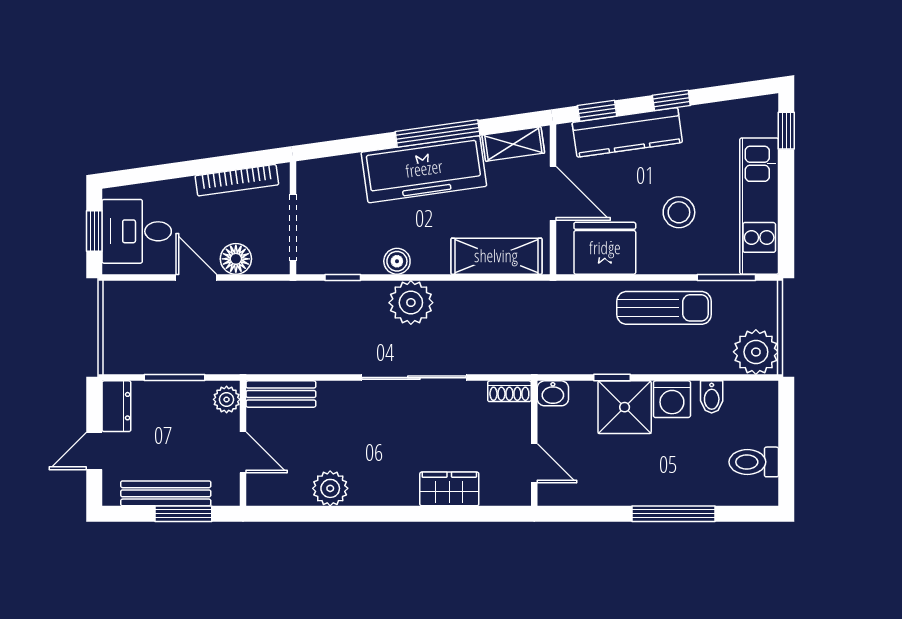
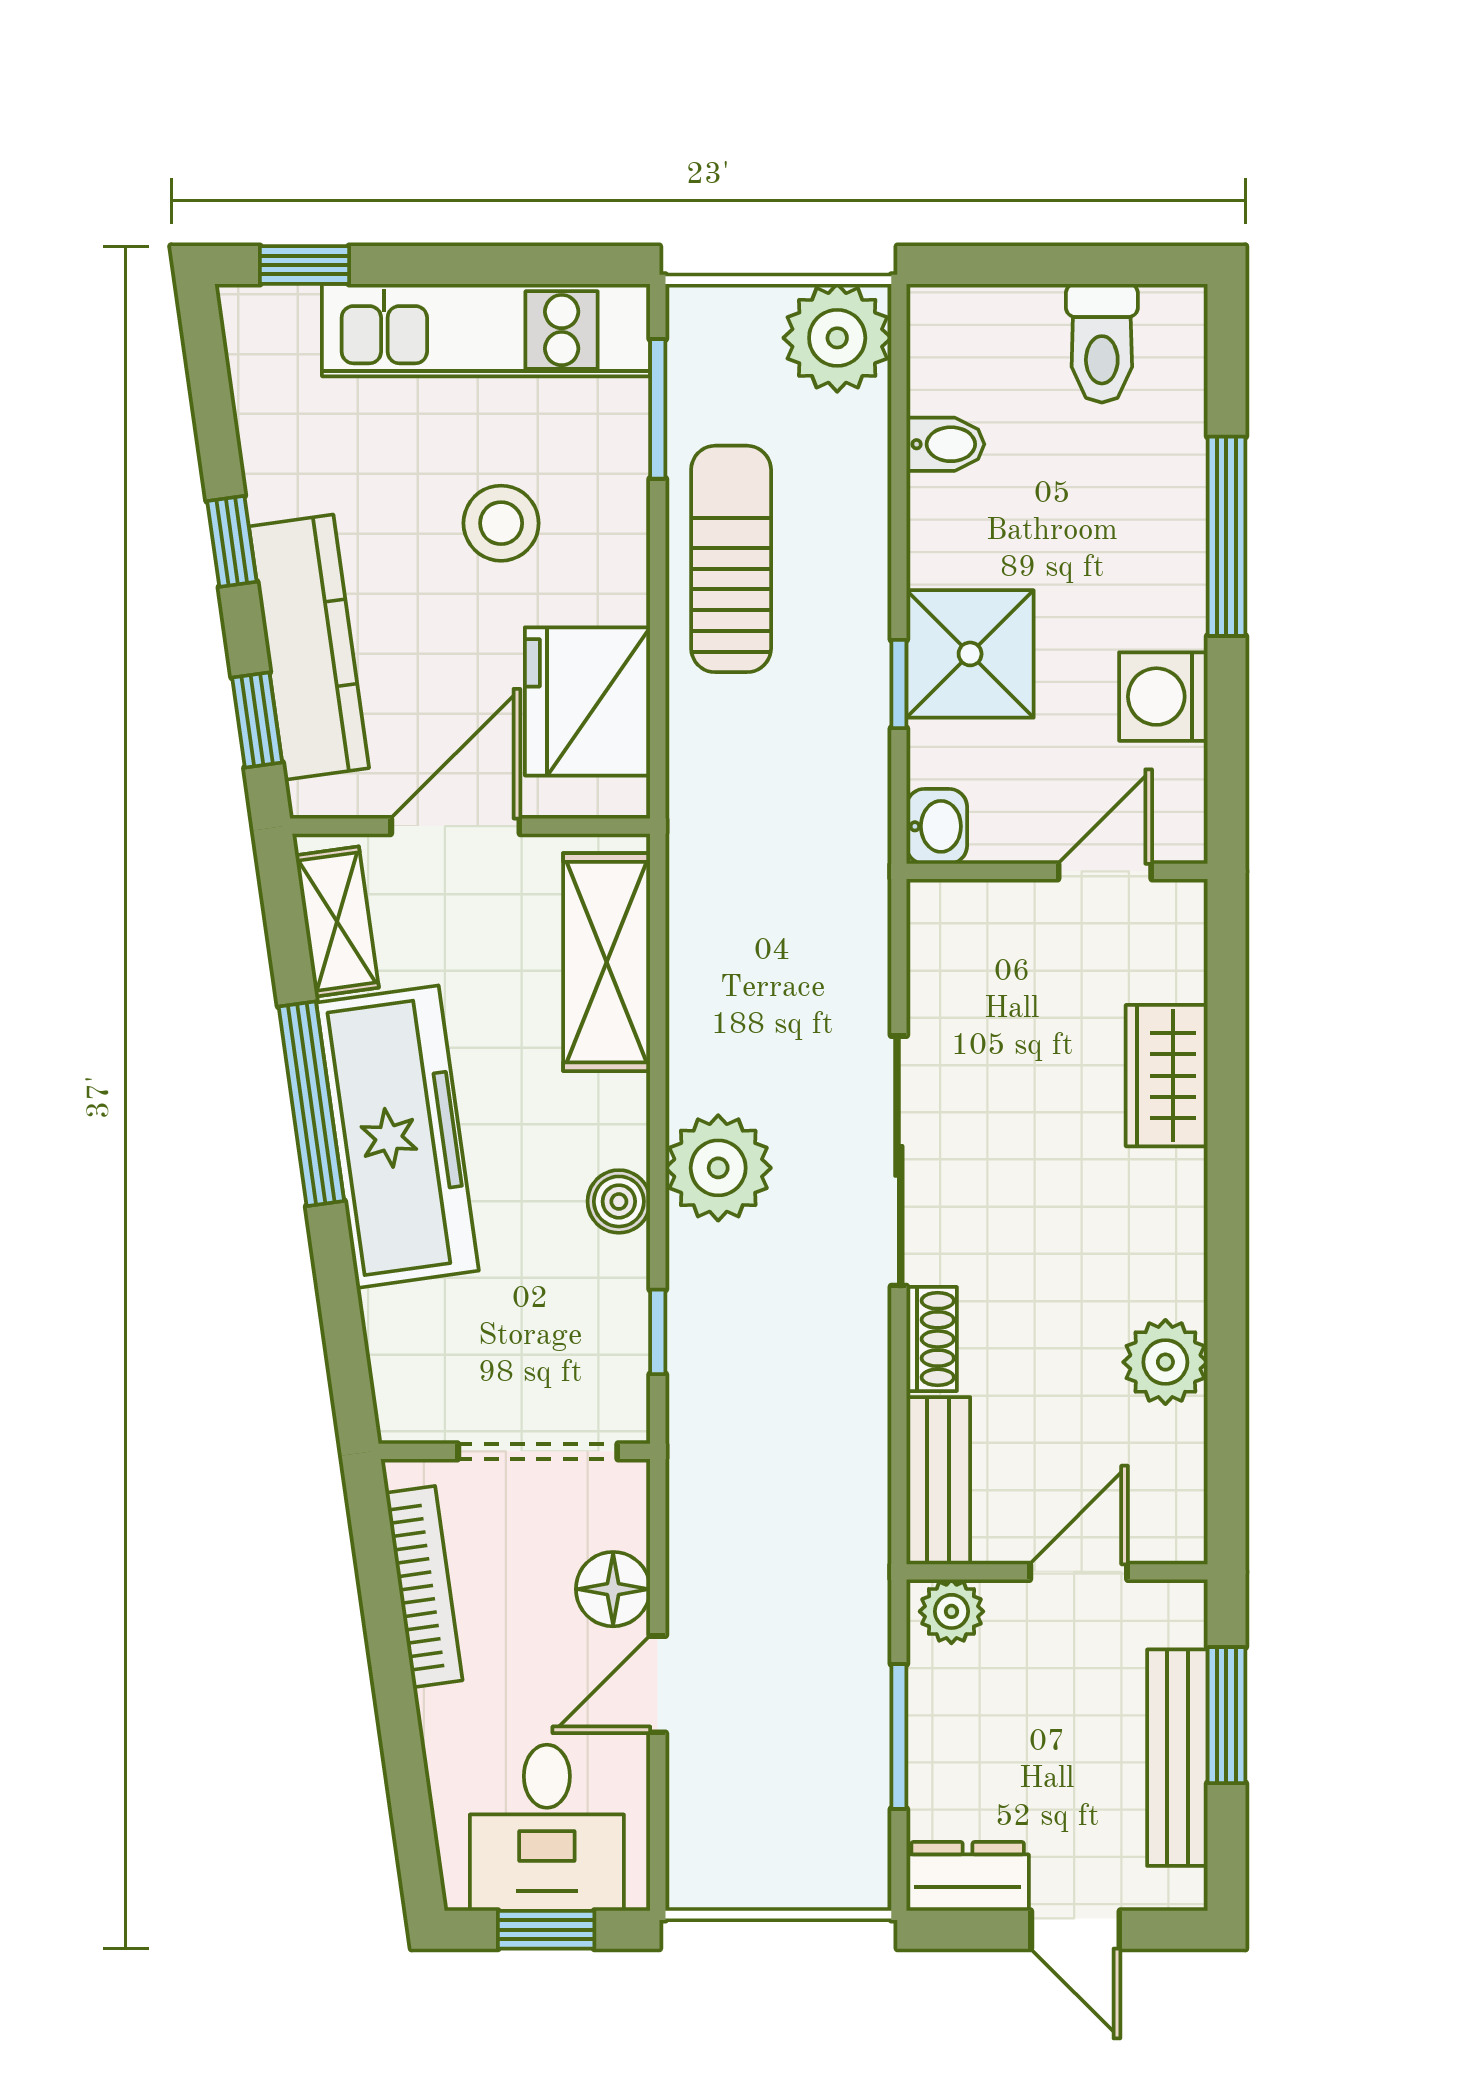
shoe rack: (509, 391) -> (932, 1339), moved
washing machine: (672, 399) -> (1163, 697), moved, turned 180

